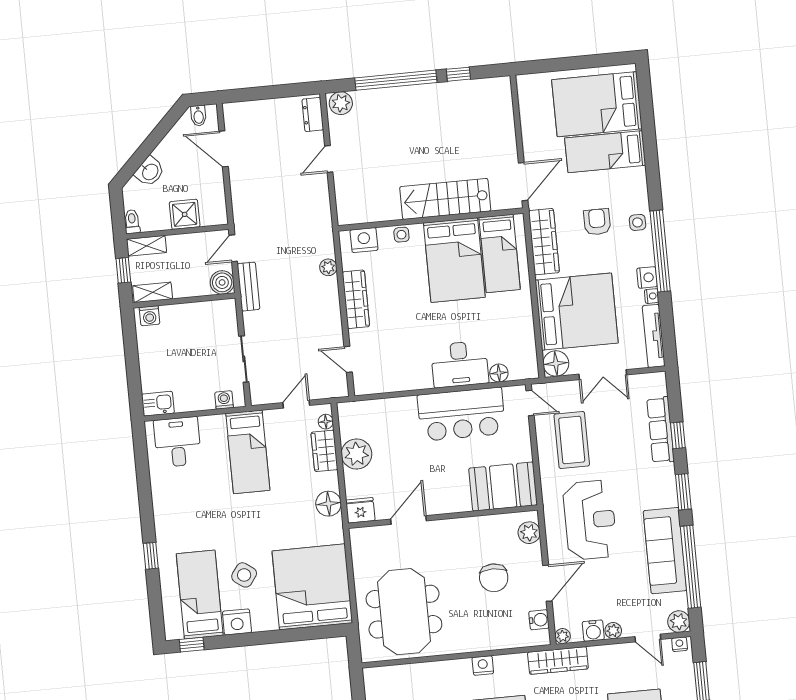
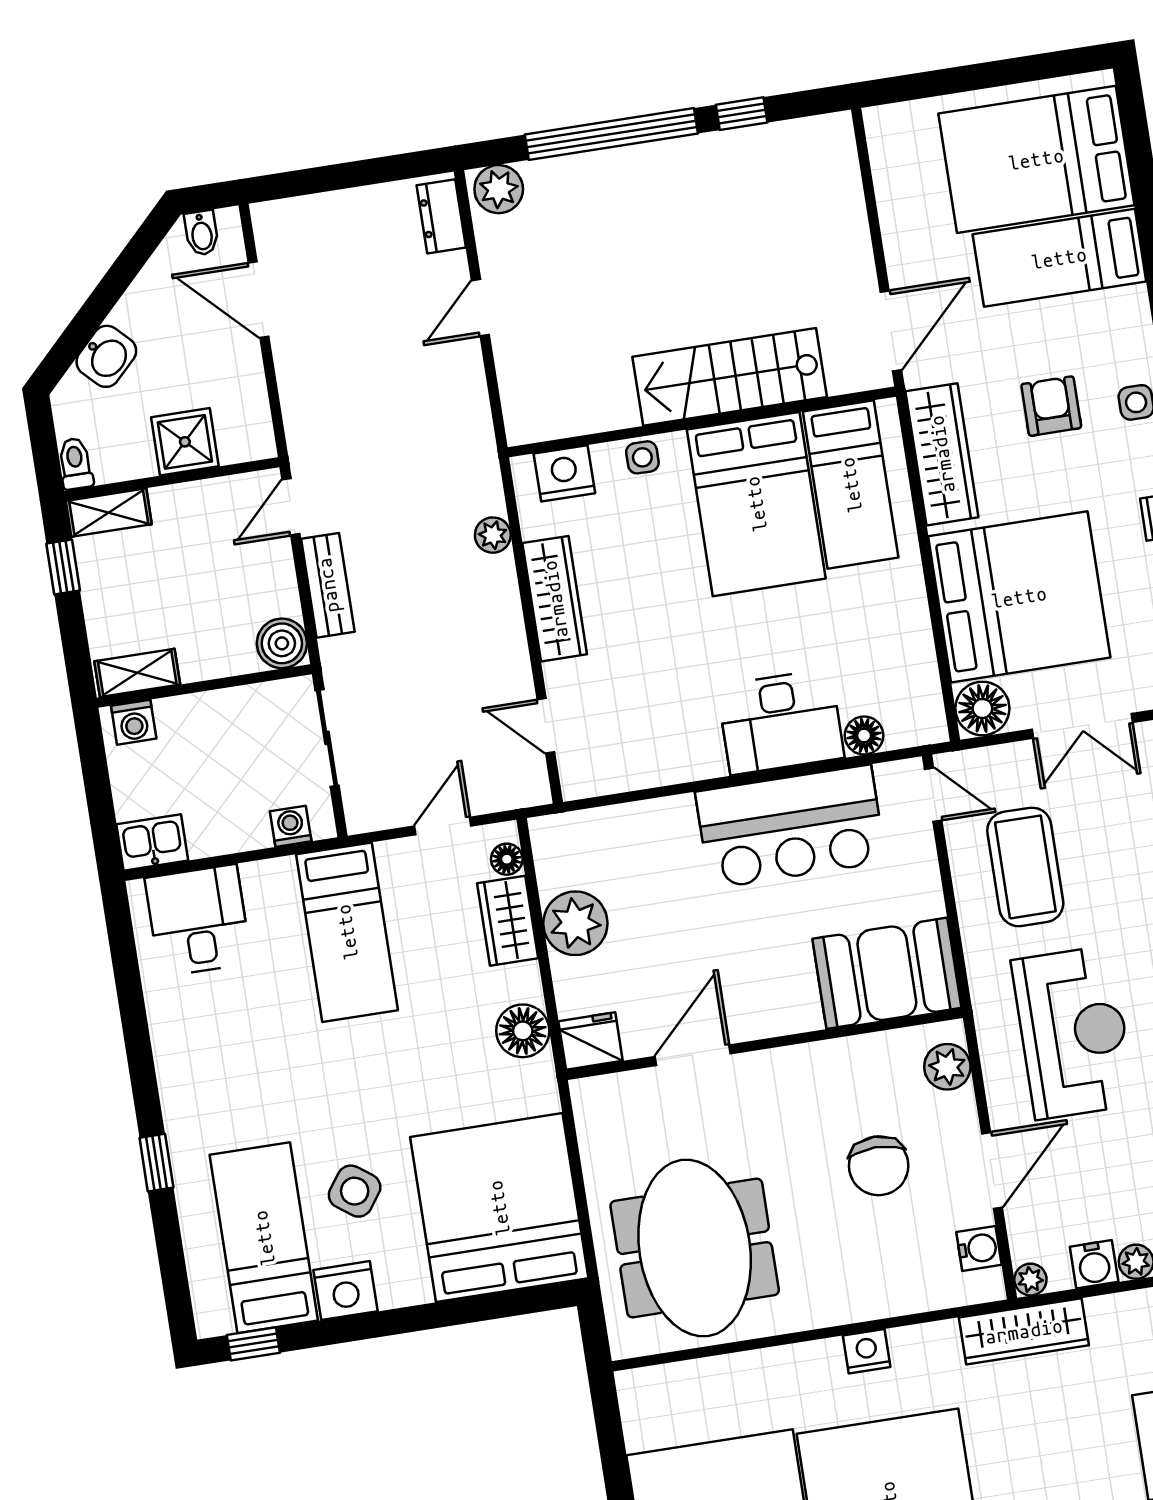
boiler: (222, 282) -> (282, 643), moved
shelving: (153, 292) -> (137, 673), moved
wall: (184, 300) -> (204, 686), moved
washing machine: (150, 316) -> (134, 722), moved

